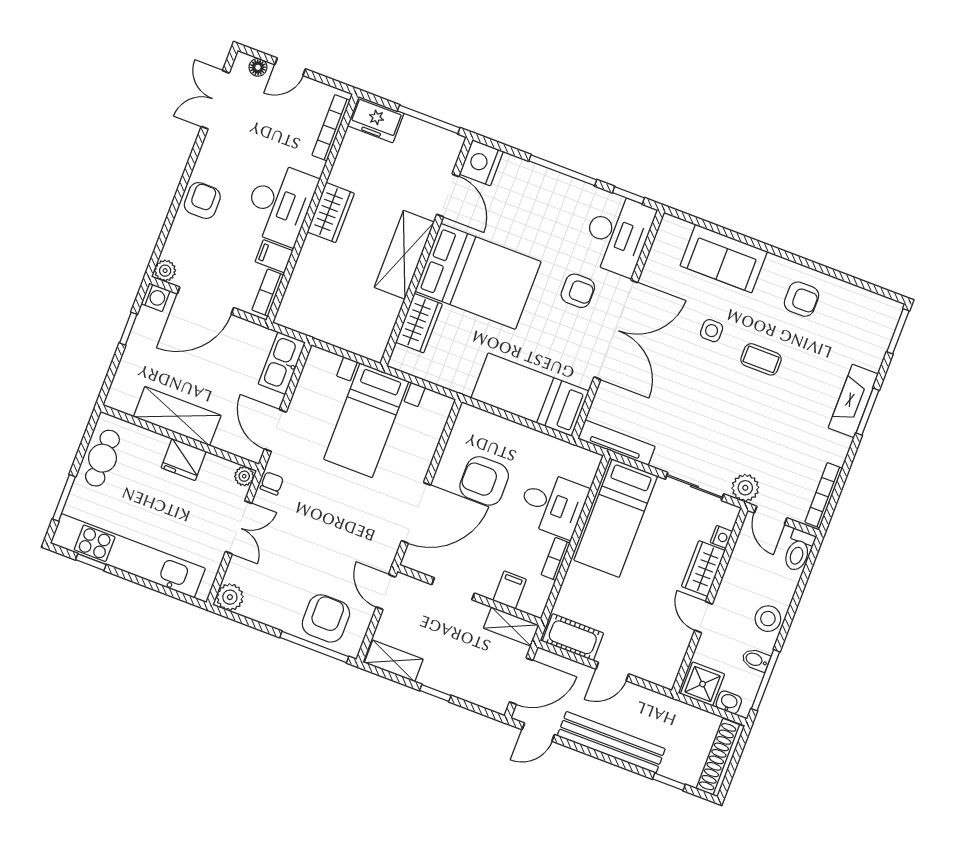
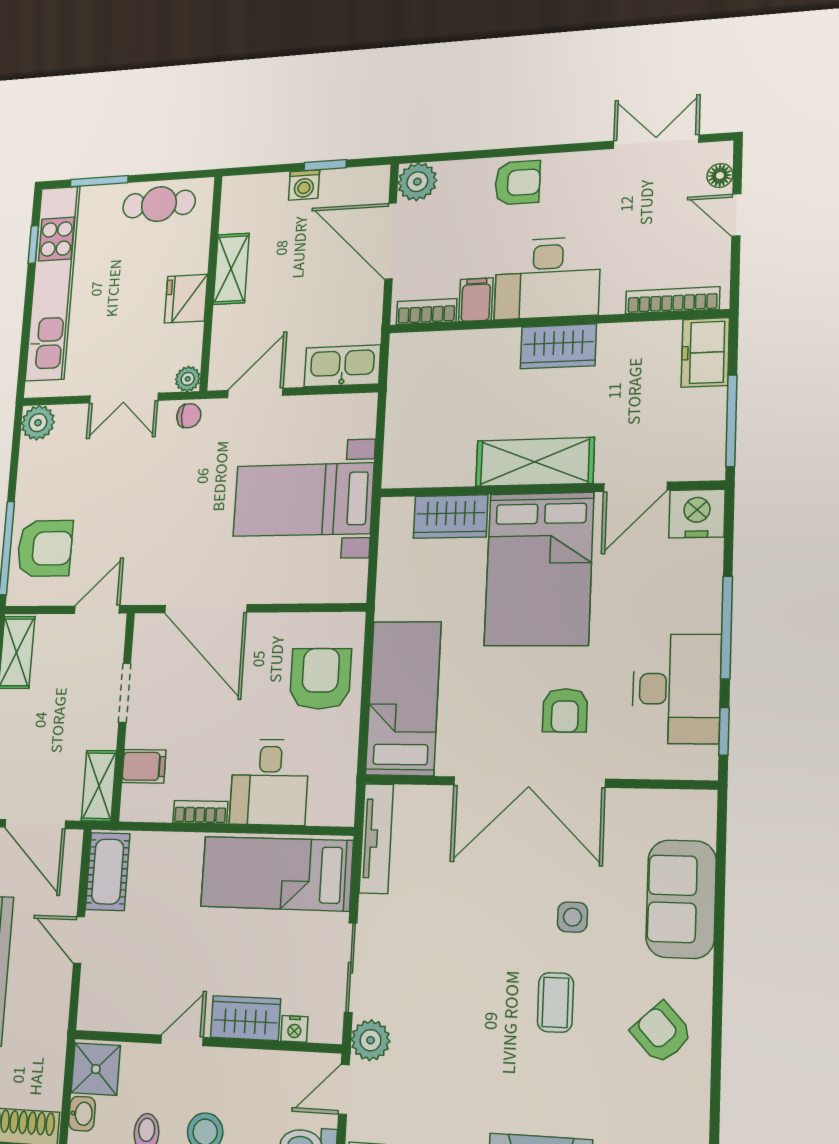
desk: (618, 234) -> (676, 689), moved, turned -90
plant: (165, 271) -> (417, 182), width x1.38, depth x1.38
washing machine: (156, 297) -> (304, 185), moved
armchair: (801, 299) -> (662, 1033), turned 137
shelving: (177, 416) -> (231, 269), width x0.67, depth x0.75
armchair: (484, 481) -> (320, 679), moved

